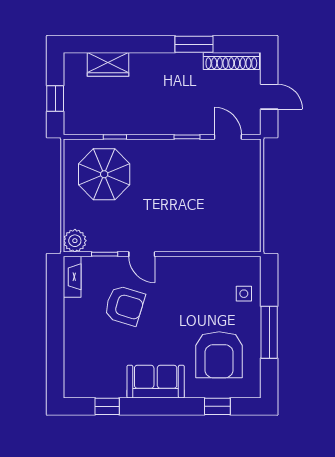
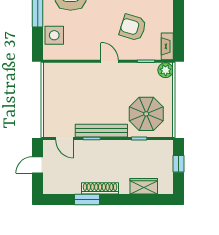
shoe rack: (231, 61) -> (100, 188), moved
door: (269, 97) -> (38, 165), hinge flipped
bench: (172, 149) -> (101, 131), added
door: (142, 254) -> (110, 61), moved
side table: (244, 294) -> (54, 35), width x1.87, depth x1.87

